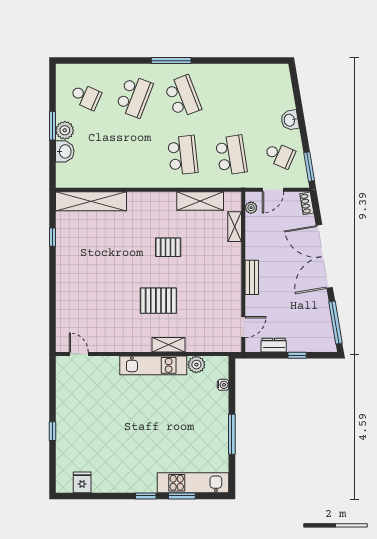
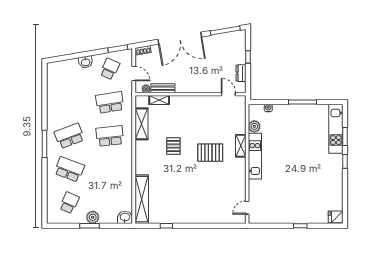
washbasin: (65, 151) -> (125, 217), moved
bench: (252, 277) -> (163, 88), moved
pallet: (158, 301) -> (210, 153), turned 90
fridge: (82, 482) -> (336, 217), moved

